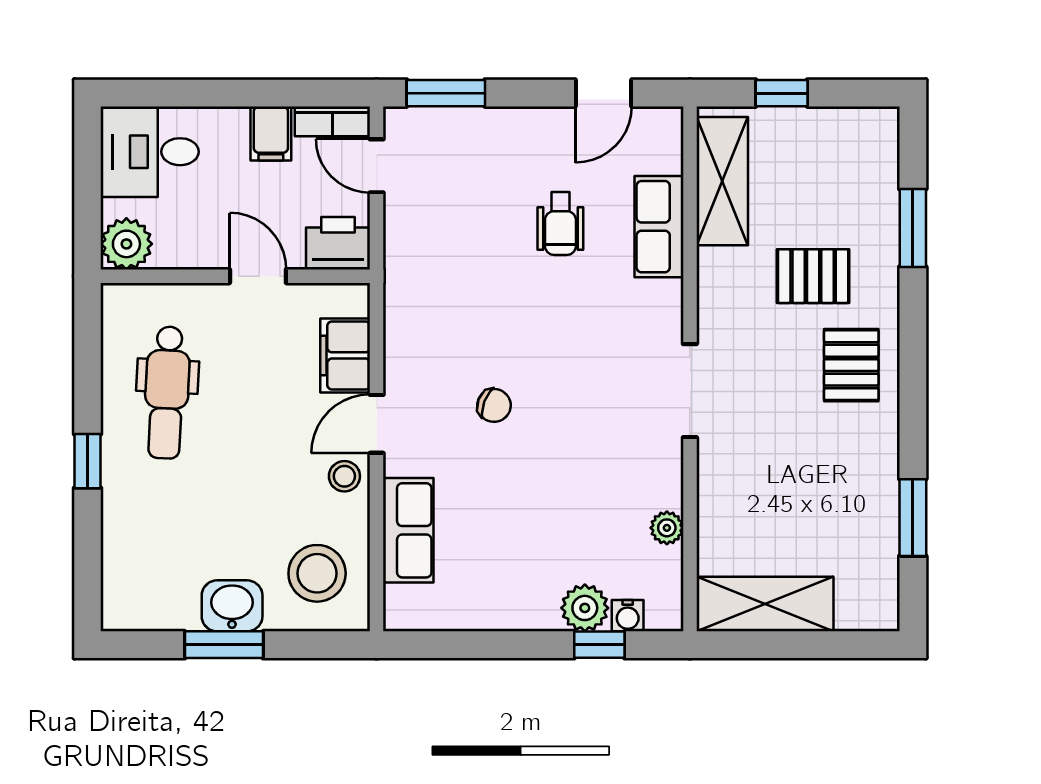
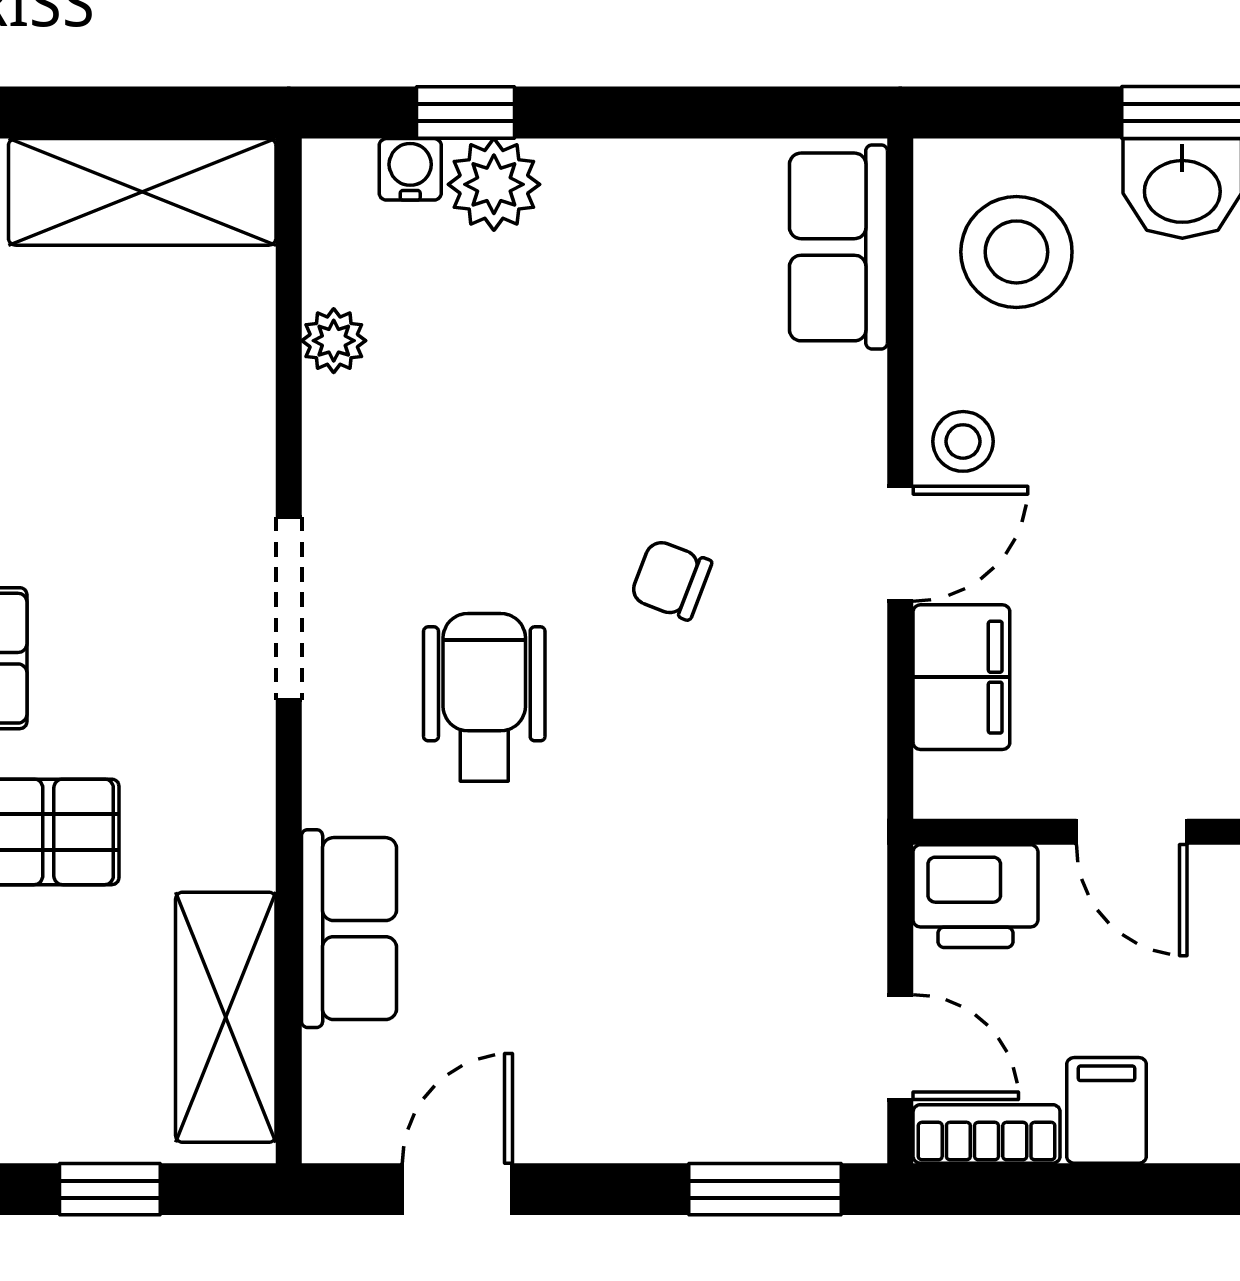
wheelchair: (560, 224) -> (484, 697), moved, width x1.36, depth x1.37
row of seats: (408, 530) -> (838, 247), moved

